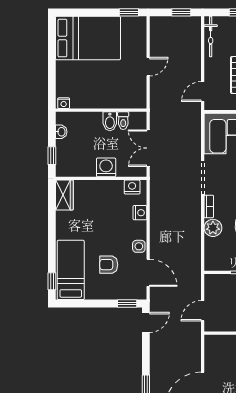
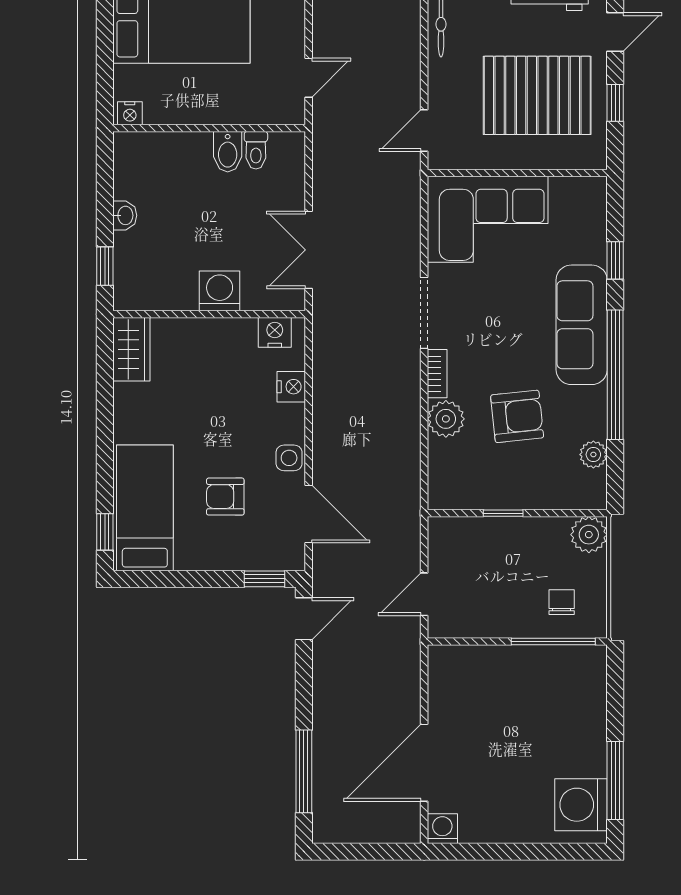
nightstand: (64, 103) -> (130, 113), moved
wall: (101, 110) -> (209, 128), moved
bidet: (110, 121) -> (228, 152), moved
toilet: (123, 121) -> (256, 150), moved

